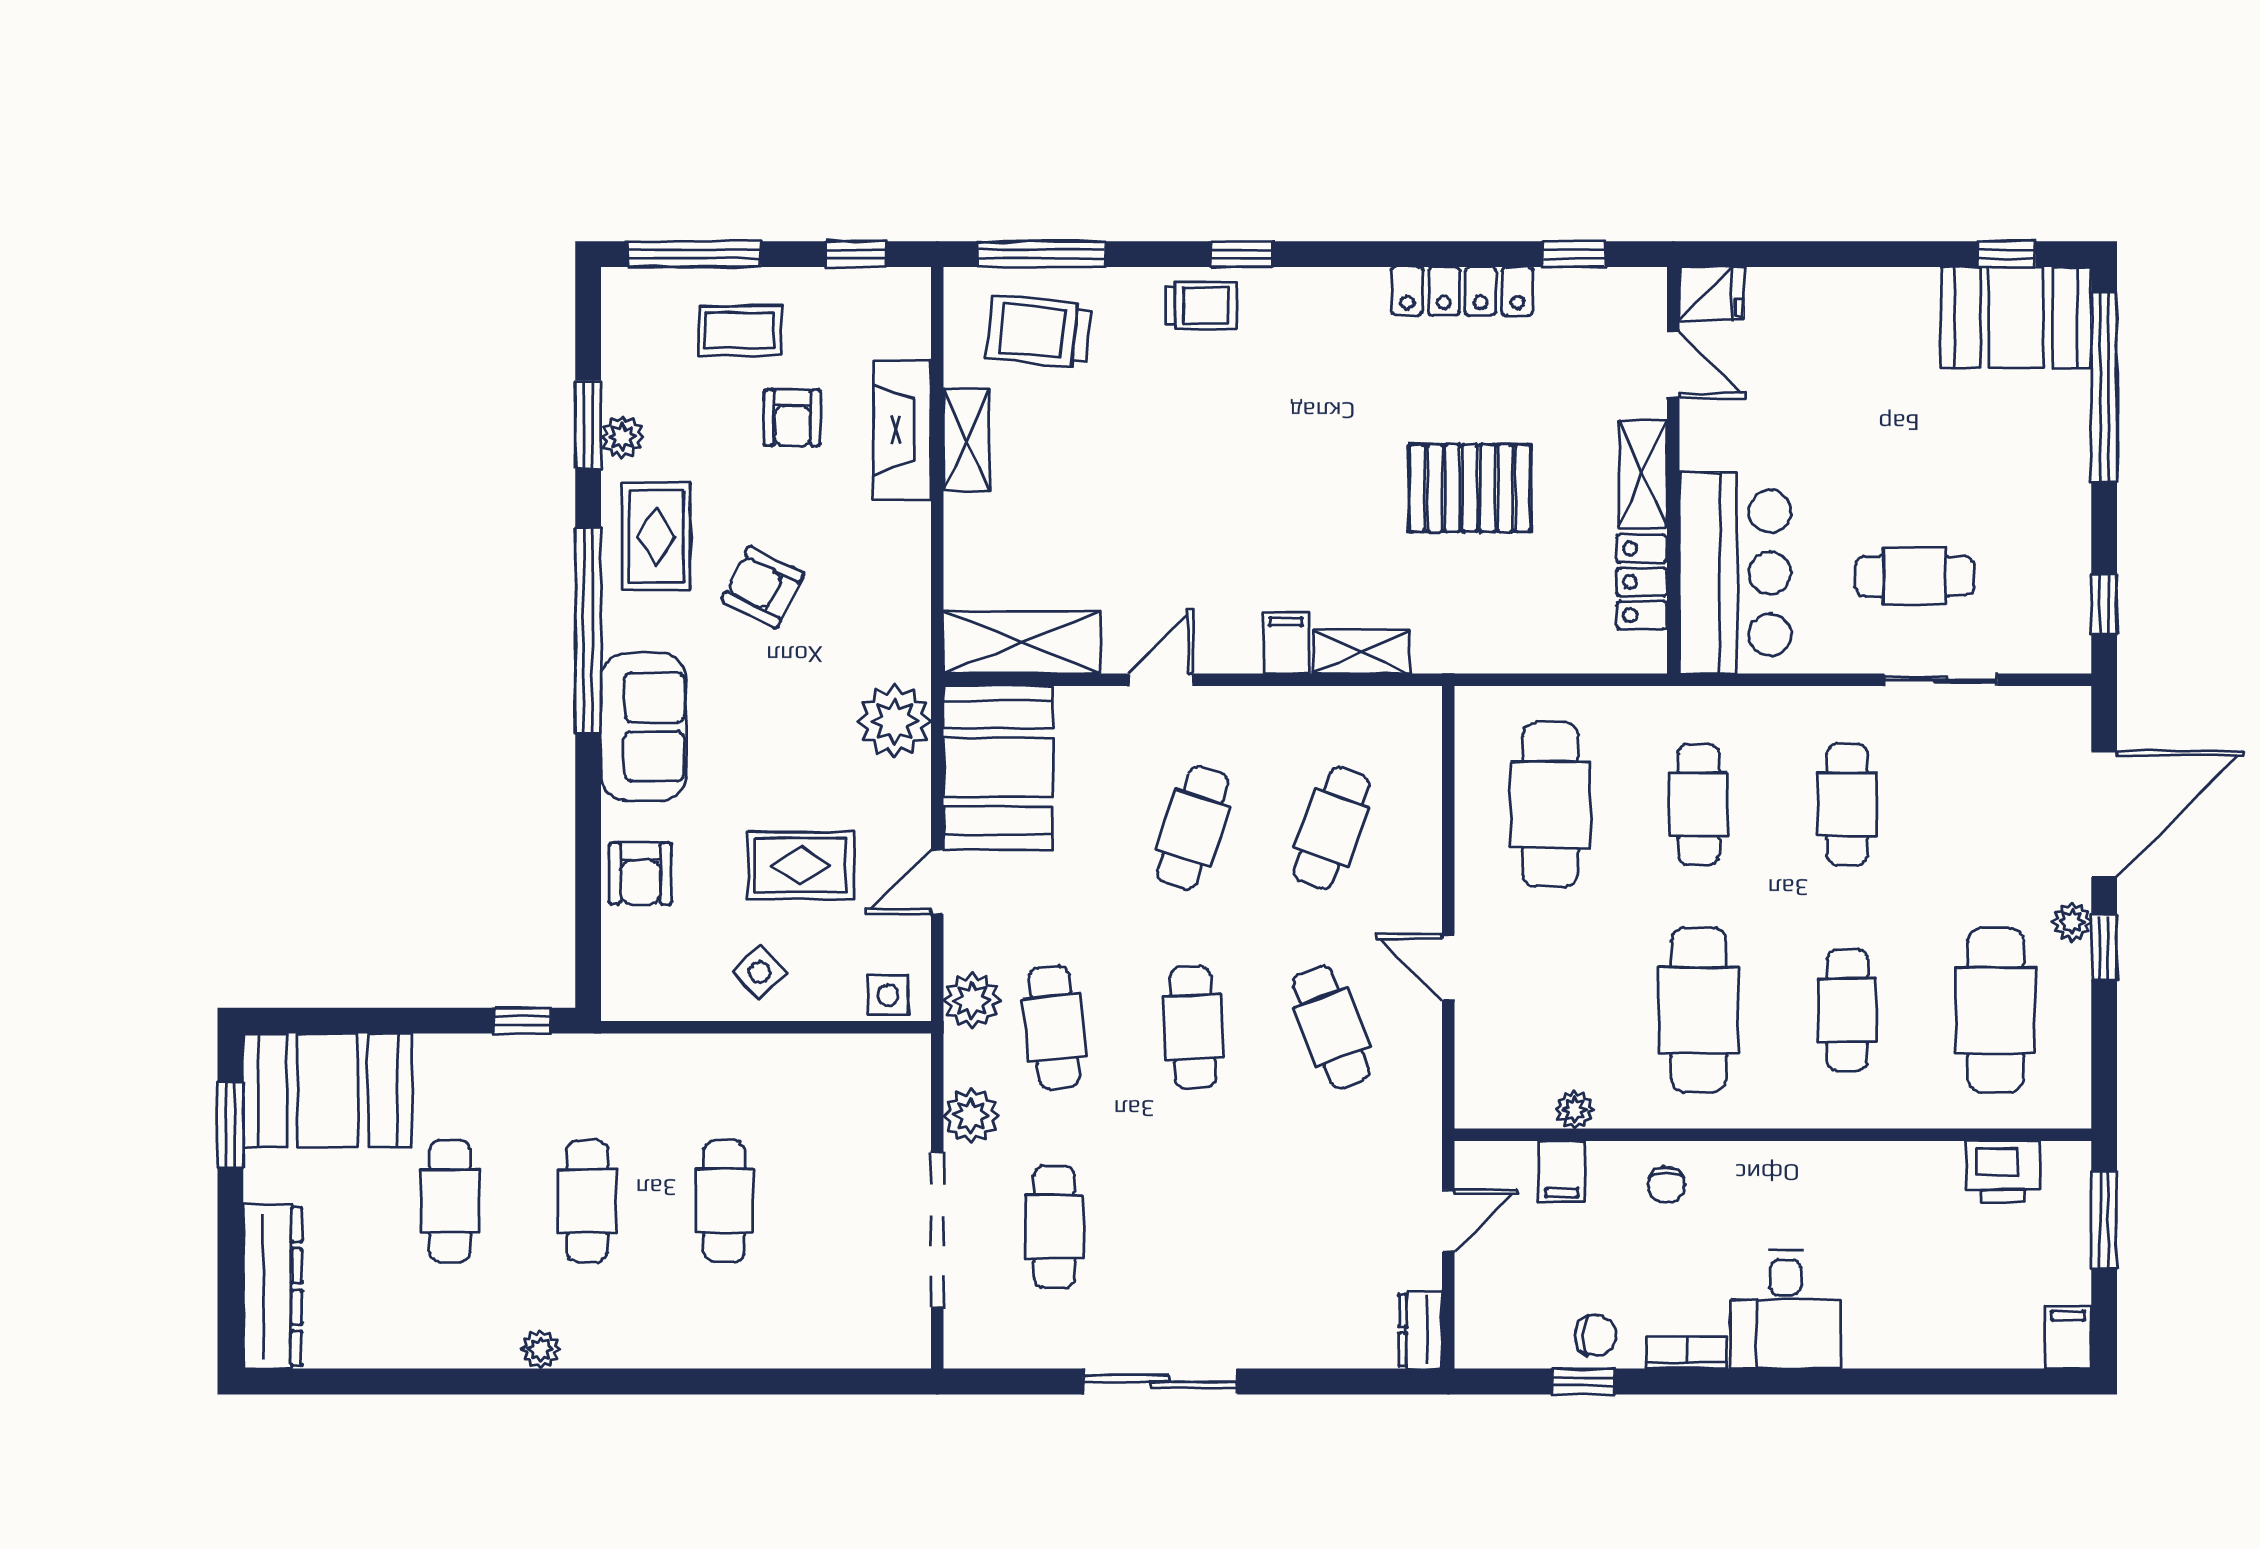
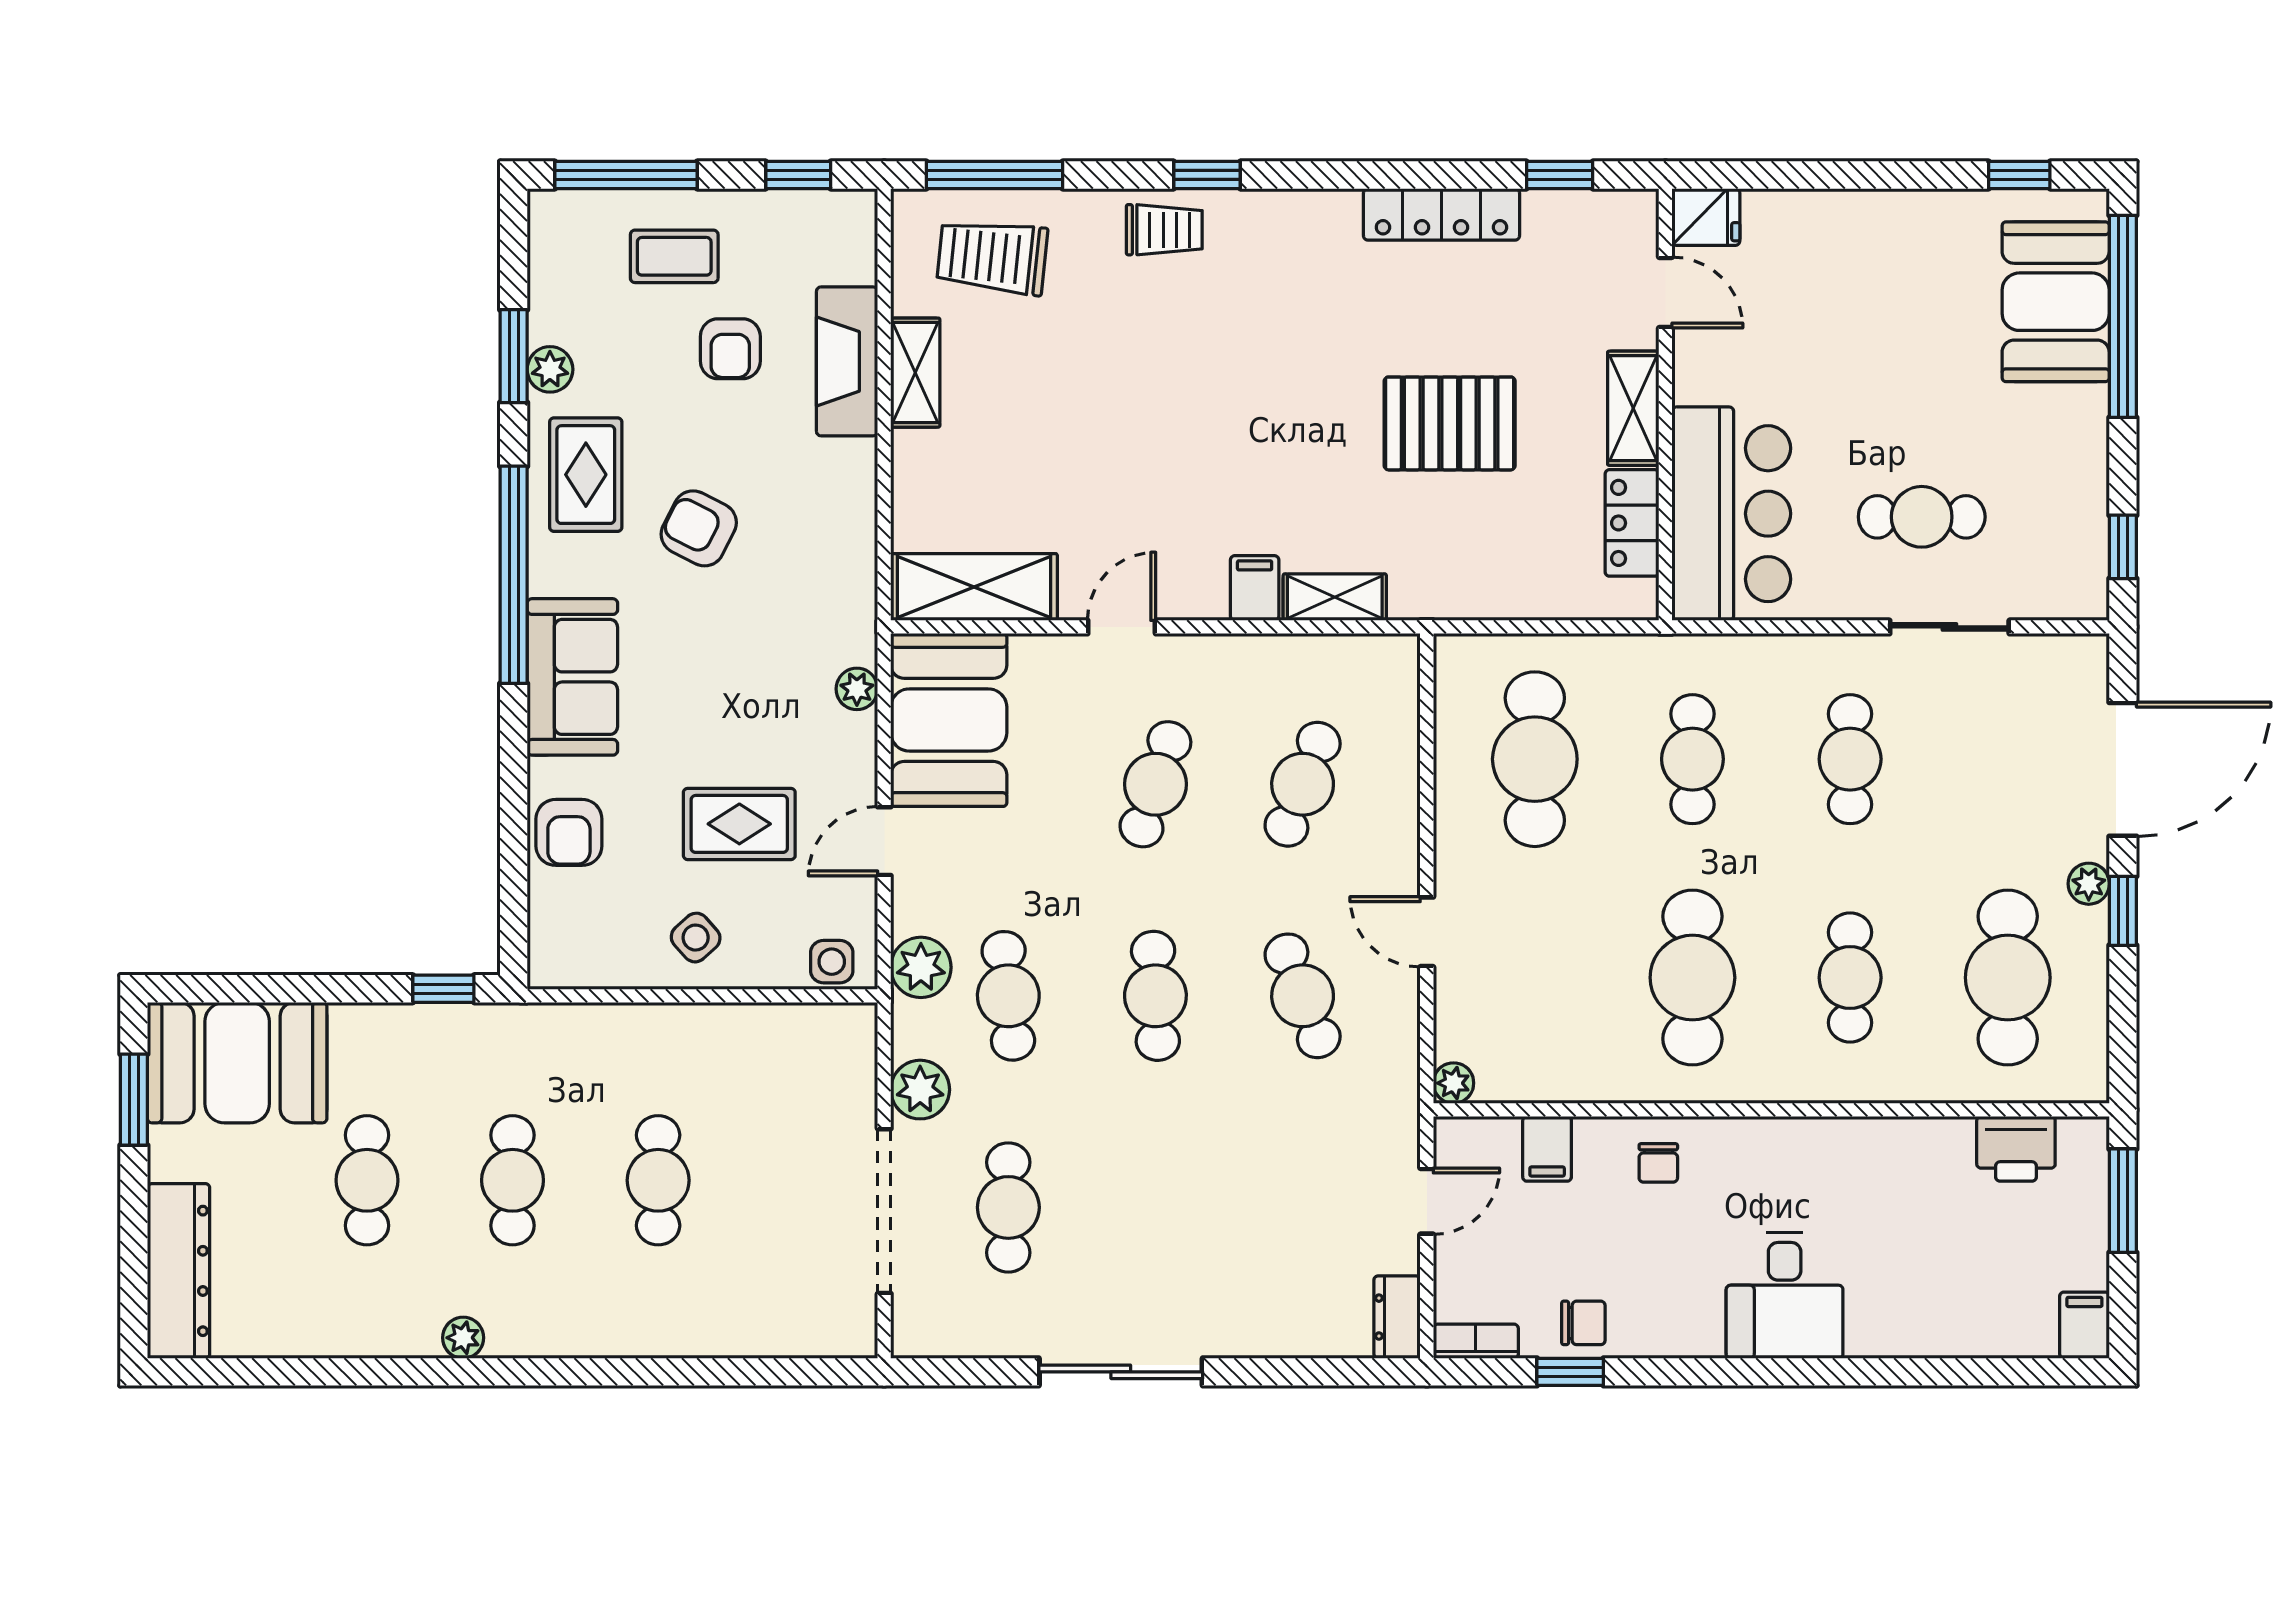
booth: (2016, 317) -> (2056, 302), moved, turned 90
plant: (894, 721) -> (857, 689), width x0.53, depth x0.53
plant: (1575, 1109) -> (1453, 1083), moved
bookcase: (1686, 1353) -> (1476, 1341), moved

